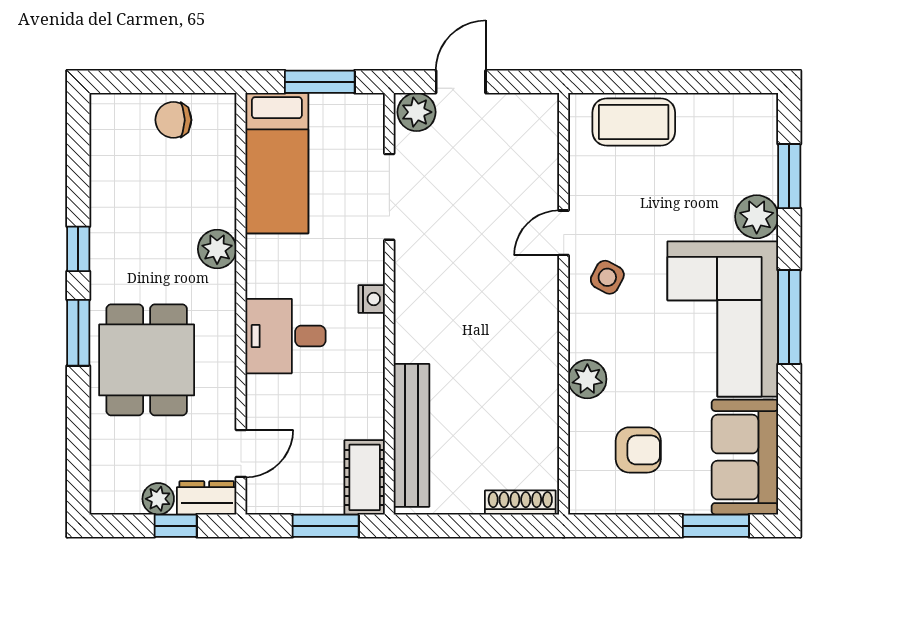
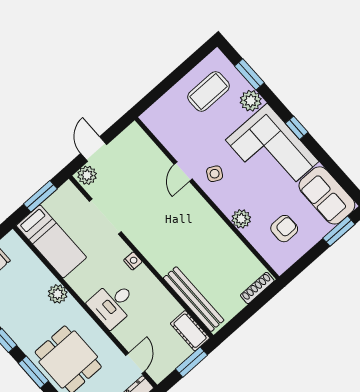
coffee table: (634, 122) -> (209, 91), moved
window: (789, 317) -> (297, 128), width x0.46

